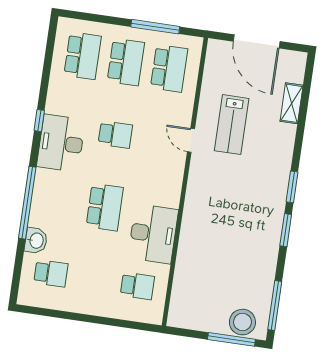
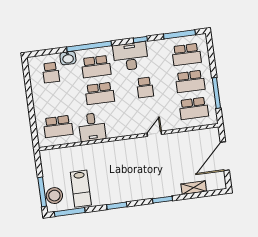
window: (48, 58) -> (179, 34), added
lab bench: (232, 125) -> (81, 189), moved, turned -90
window: (292, 187) -> (163, 200), moved
school desk: (61, 201) -> (96, 67), added
desk: (153, 234) -> (92, 127), width x0.73
school desk: (137, 286) -> (58, 126), width x1.85

